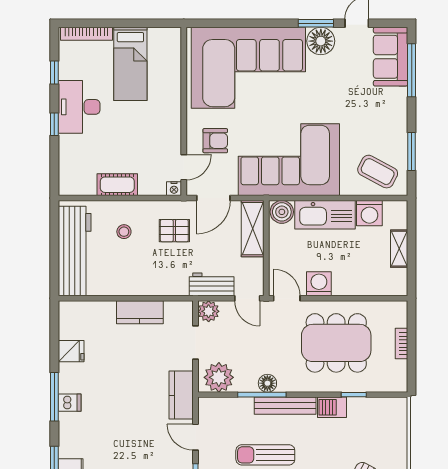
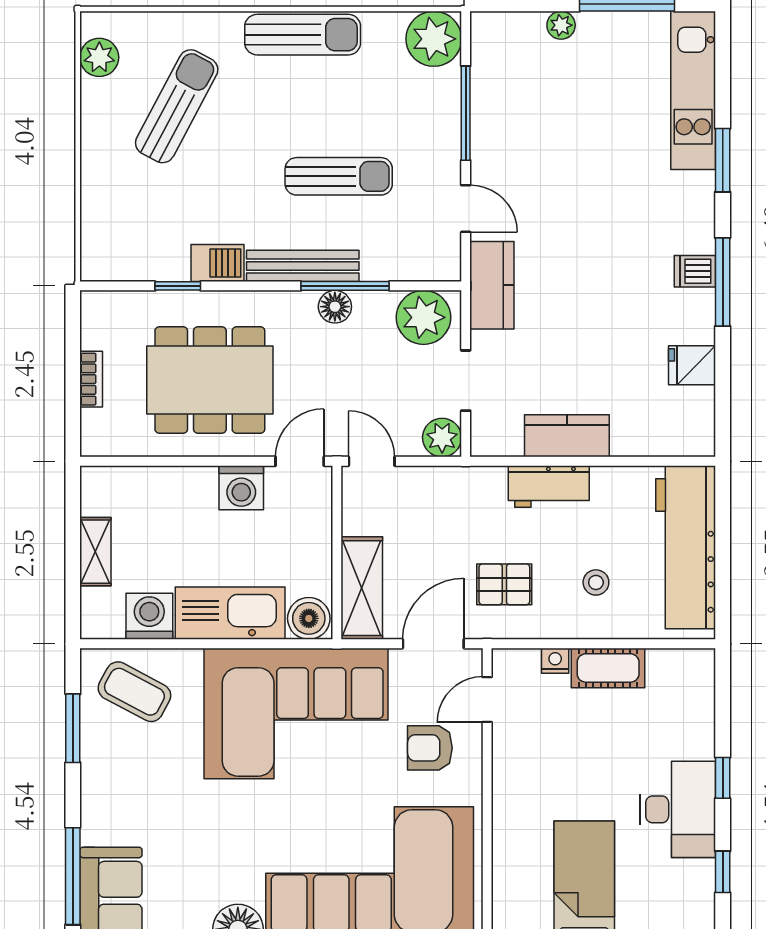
nightstand: (174, 189) -> (555, 661), moved
workbench: (212, 284) -> (549, 486), moved
door: (287, 298) -> (300, 461), swing flipped

